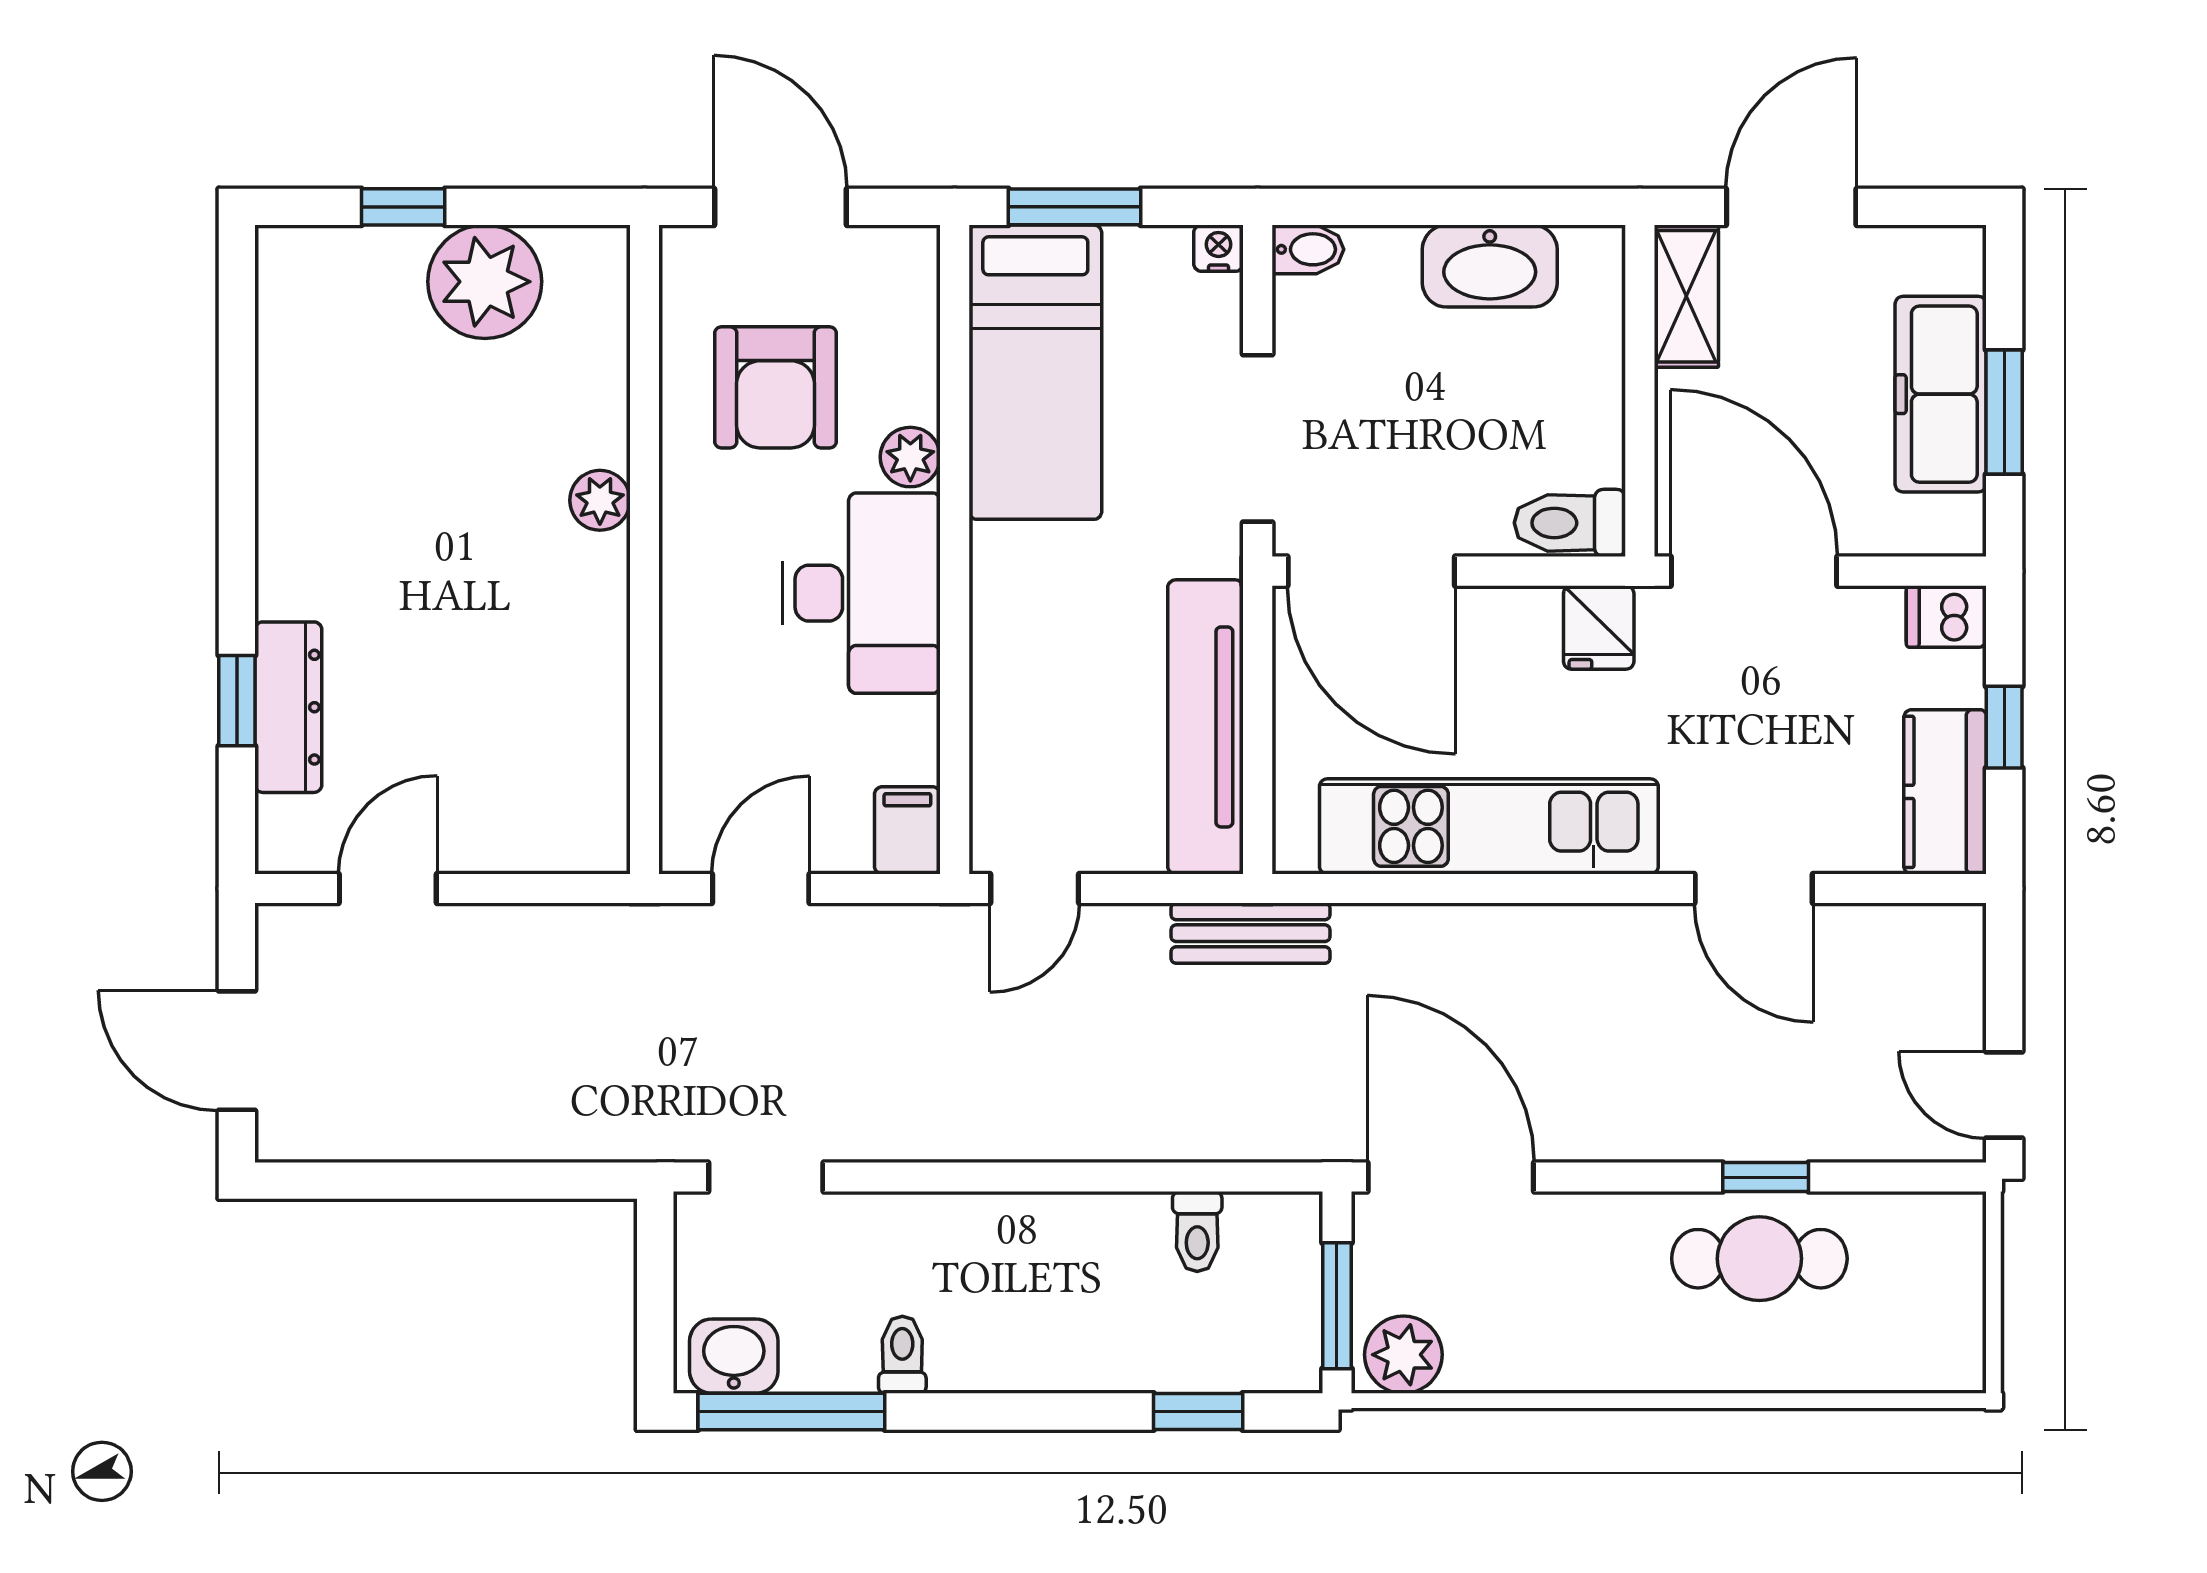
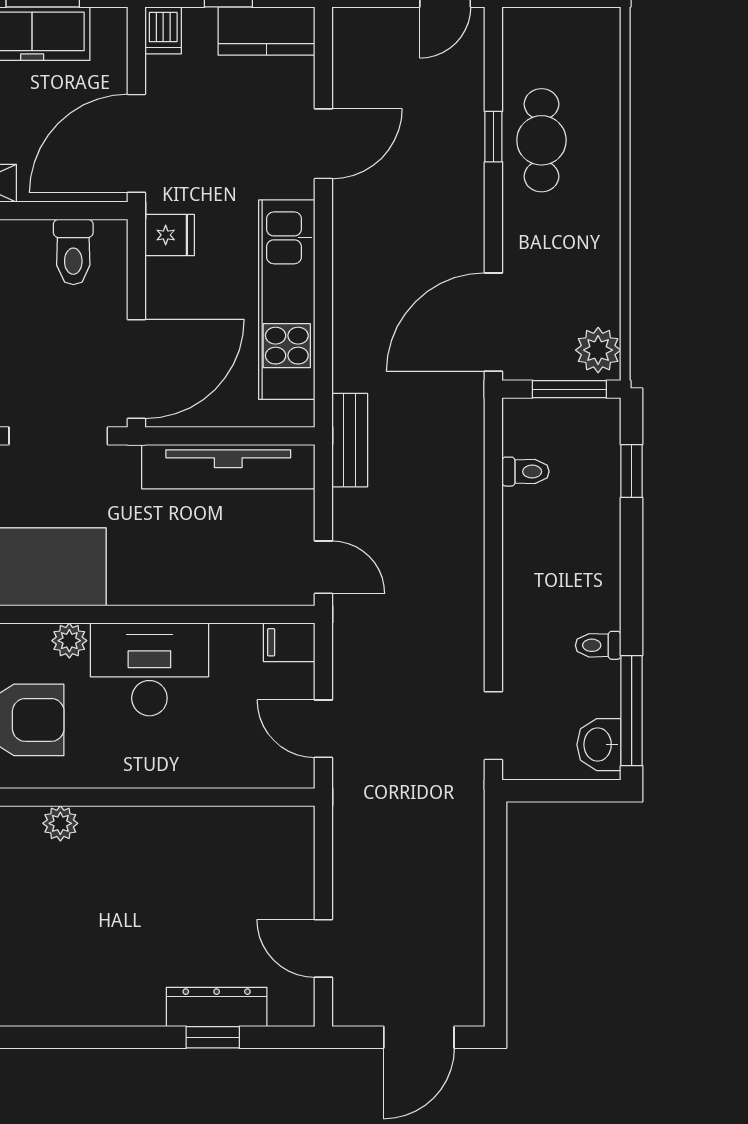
plant: (600, 500) -> (60, 823), moved
toilet: (1570, 523) -> (73, 252), moved

